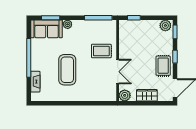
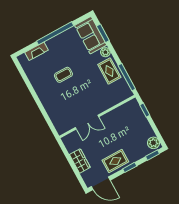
rug: (101, 51) -> (109, 71), moved
coffee table: (67, 70) -> (63, 75), width x0.54, depth x0.58
plant: (125, 95) -> (69, 141), removed

